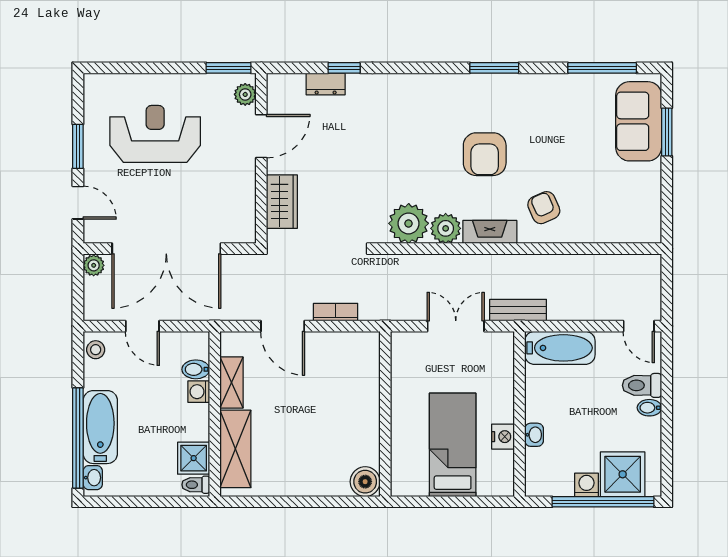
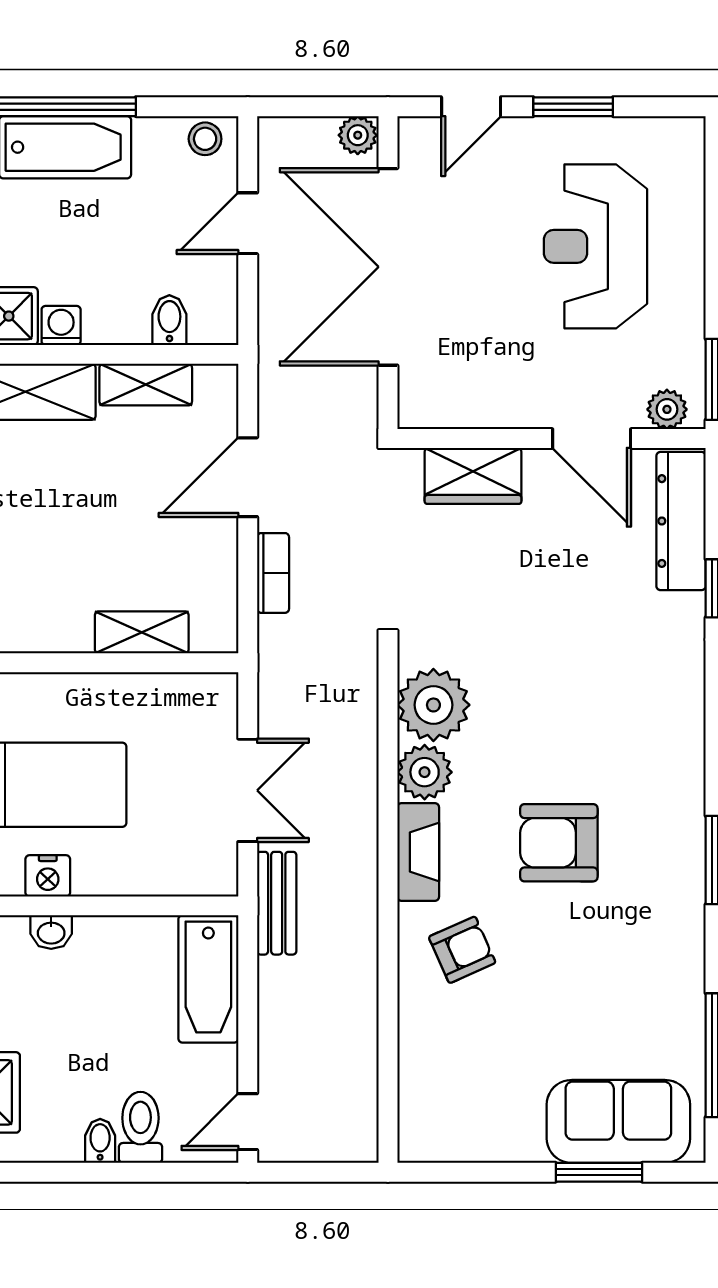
dresser: (326, 84) -> (681, 521), width x1.96, depth x1.24
reception desk: (155, 134) -> (595, 246), turned 180
shelving: (368, 385) -> (142, 632), added
washing machine: (199, 392) -> (61, 325), moved

